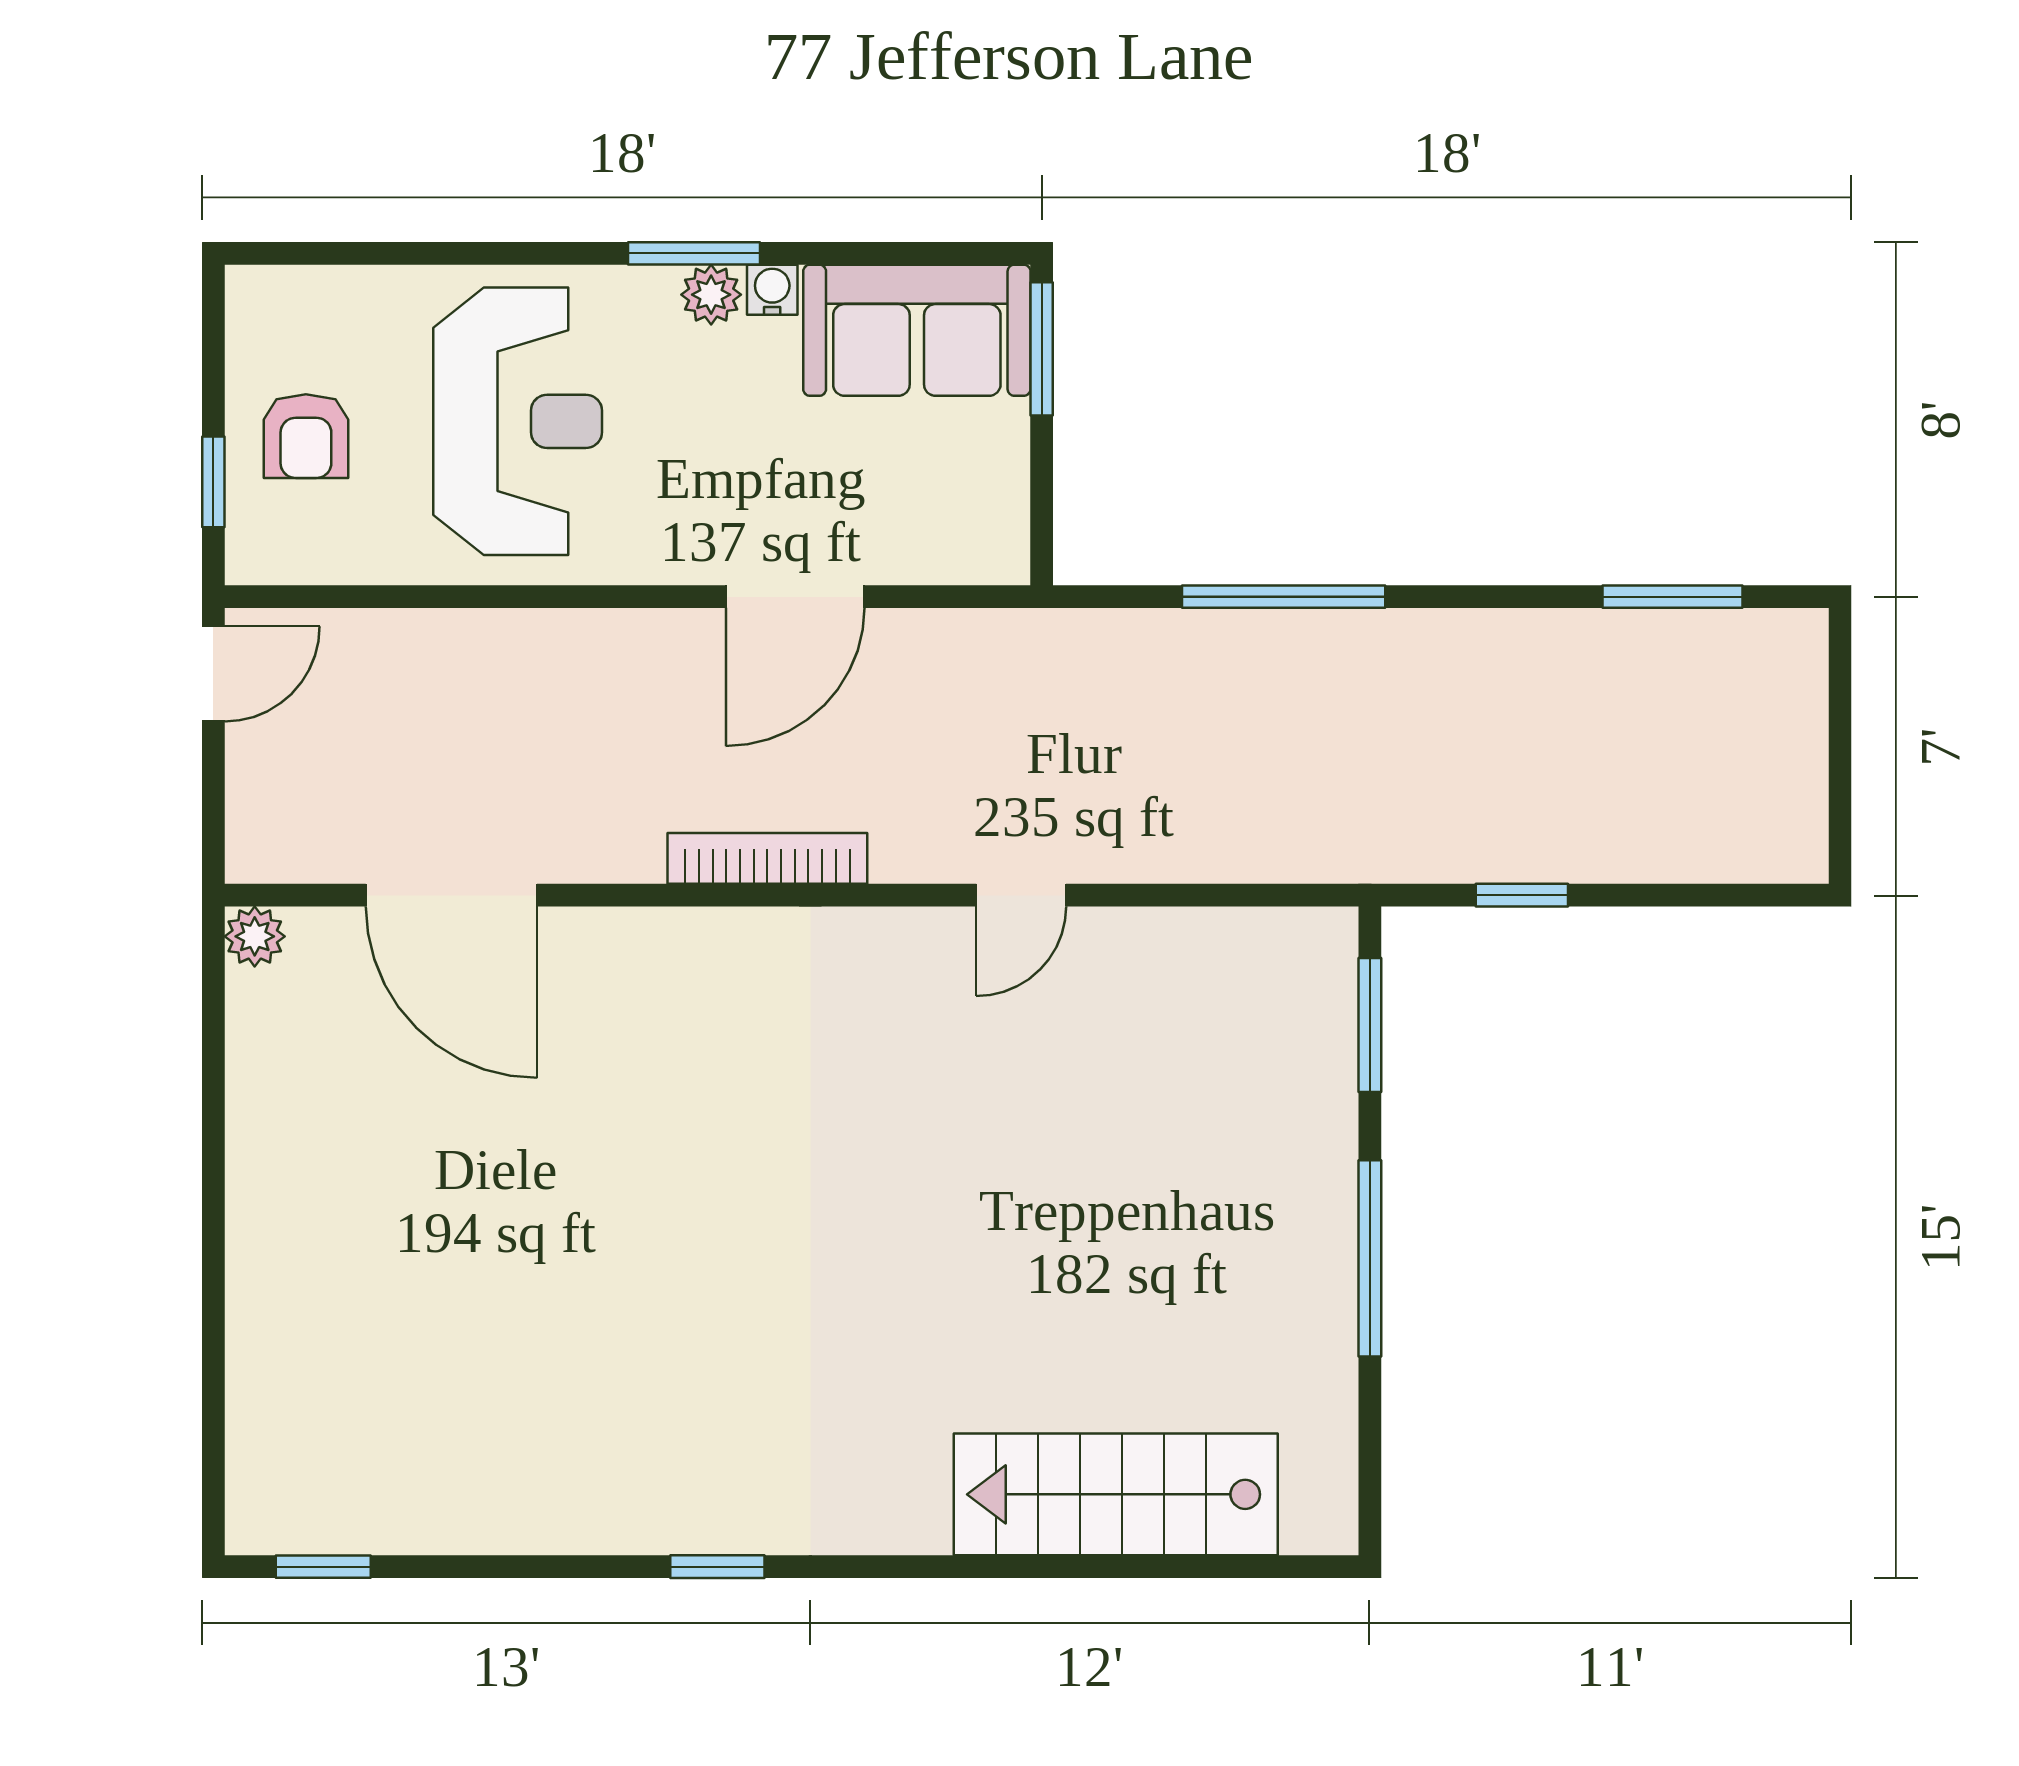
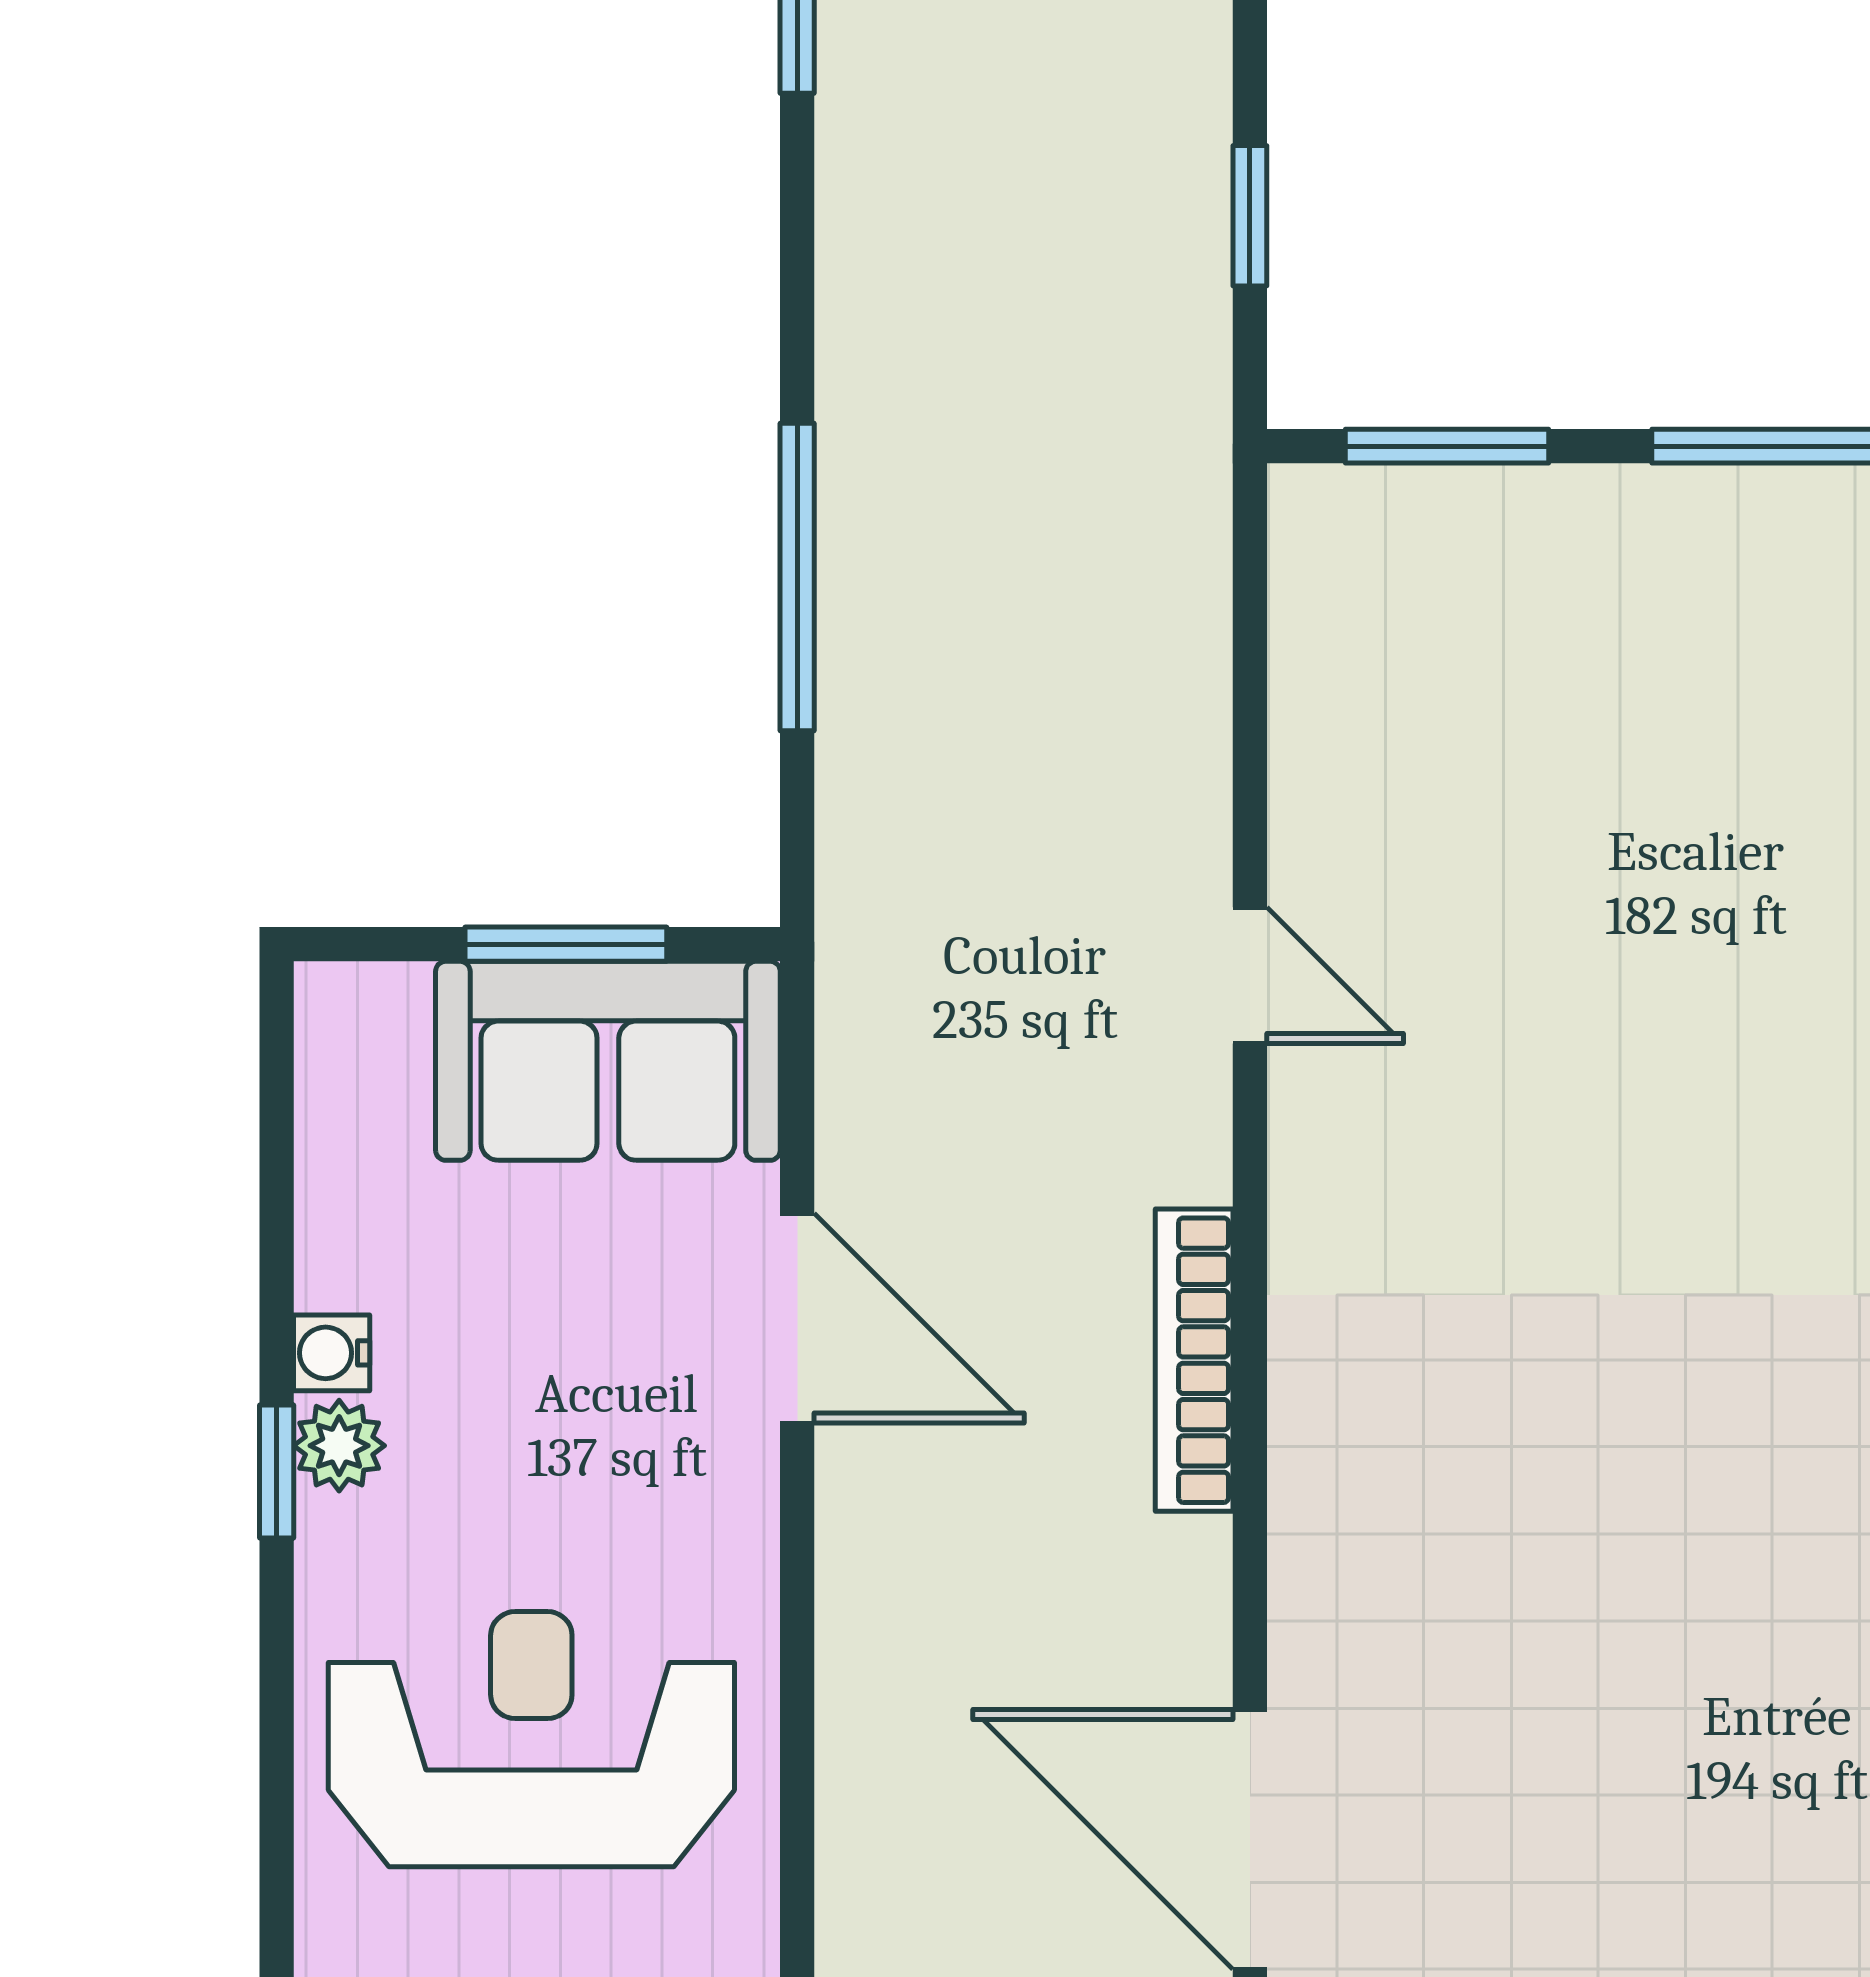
window: (694, 253) -> (277, 1471), width x0.67
sofa: (917, 330) -> (608, 1061), moved, turned 90
window: (1042, 349) -> (566, 944), moved
door: (451, 895) -> (1250, 1839), swing flipped

